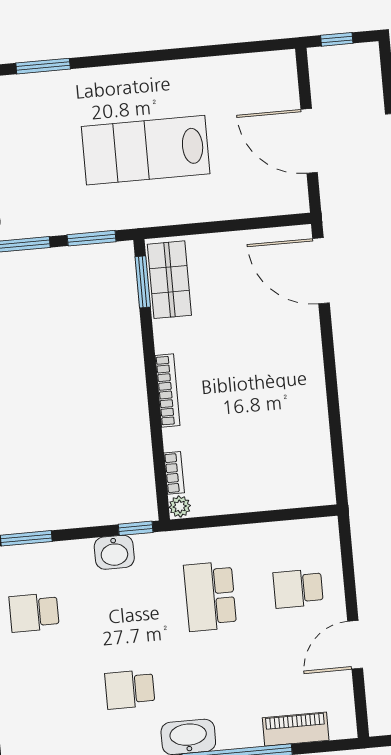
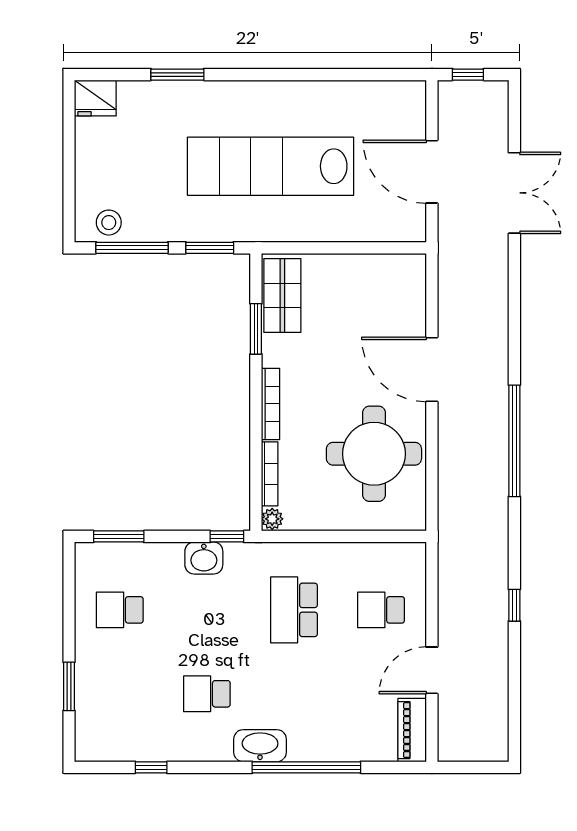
lab bench: (146, 150) -> (271, 166), width x1.36
door: (321, 271) -> (432, 369), moved
window: (143, 282) -> (256, 329), moved
round table: (277, 431) -> (374, 454), added
bookcase: (174, 473) -> (270, 474), width x1.56
piano: (296, 729) -> (412, 730), moved, turned -90

